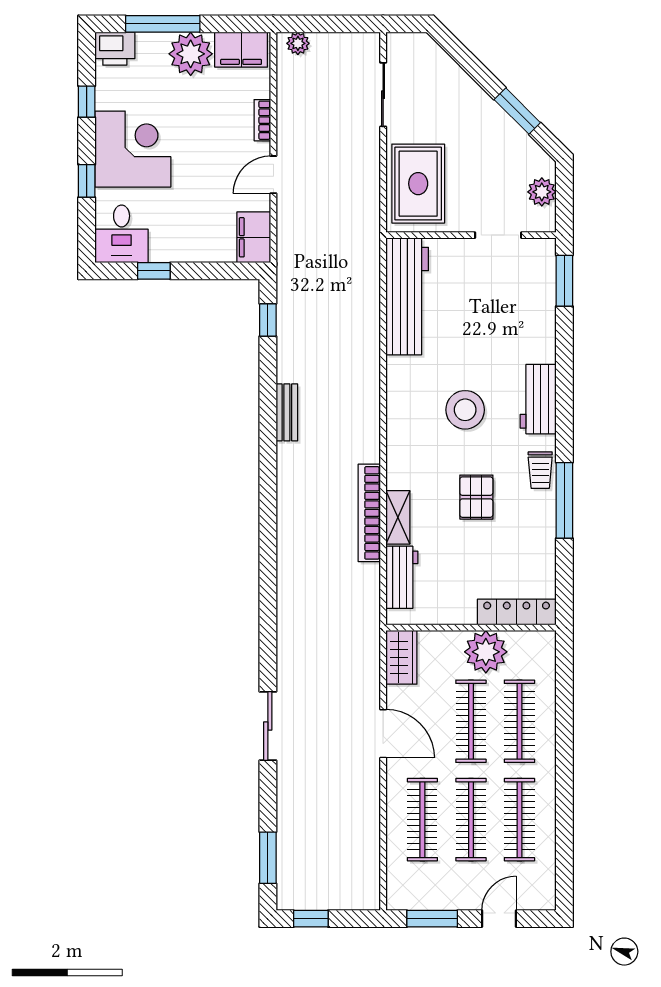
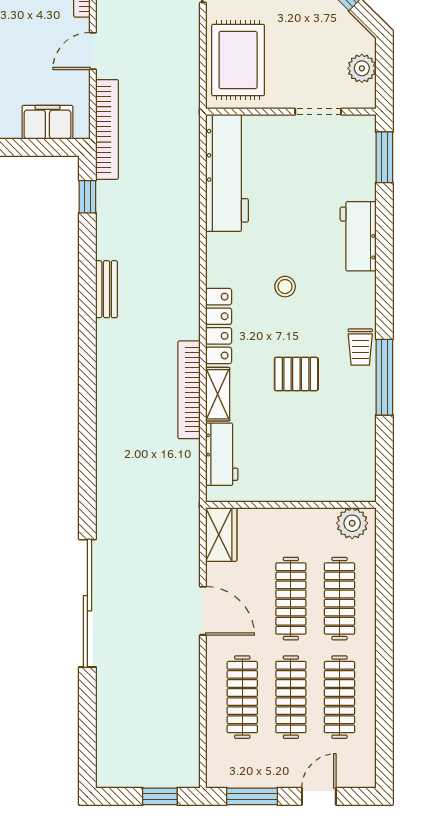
filing cabinet: (254, 237) -> (47, 122), moved, turned 90
bookcase: (287, 253) -> (107, 129), added
workbench: (538, 399) -> (358, 236), moved
stool: (465, 410) -> (285, 287), width x0.53, depth x0.53
pallet: (476, 497) -> (296, 374), turned 90
locker: (517, 612) -> (219, 326), moved, turned 90
plant: (486, 652) -> (352, 523), moved, width x0.73, depth x0.73
sliding door: (268, 726) -> (87, 603), width x1.86
window: (268, 858) -> (87, 735), removed
window: (311, 919) -> (160, 796), moved

